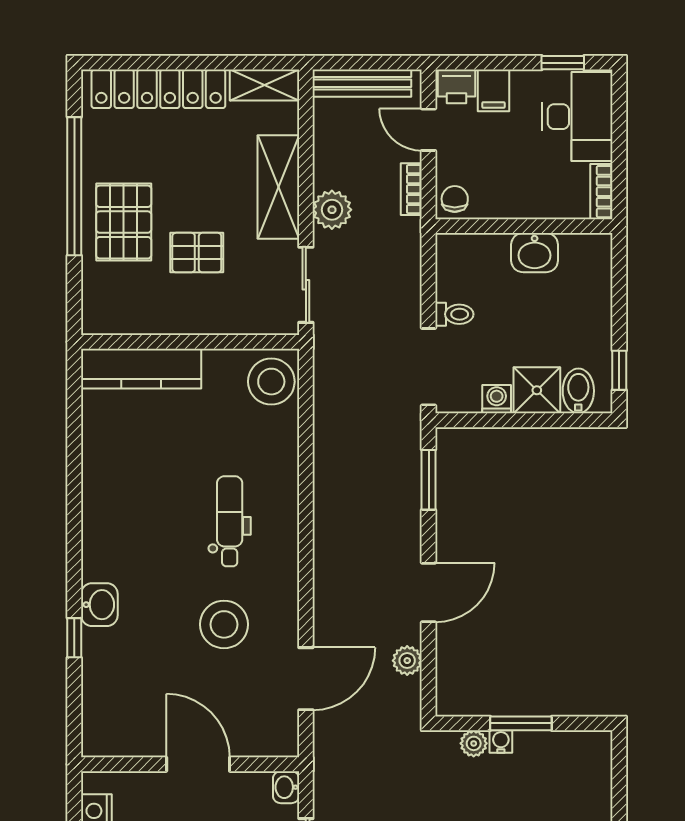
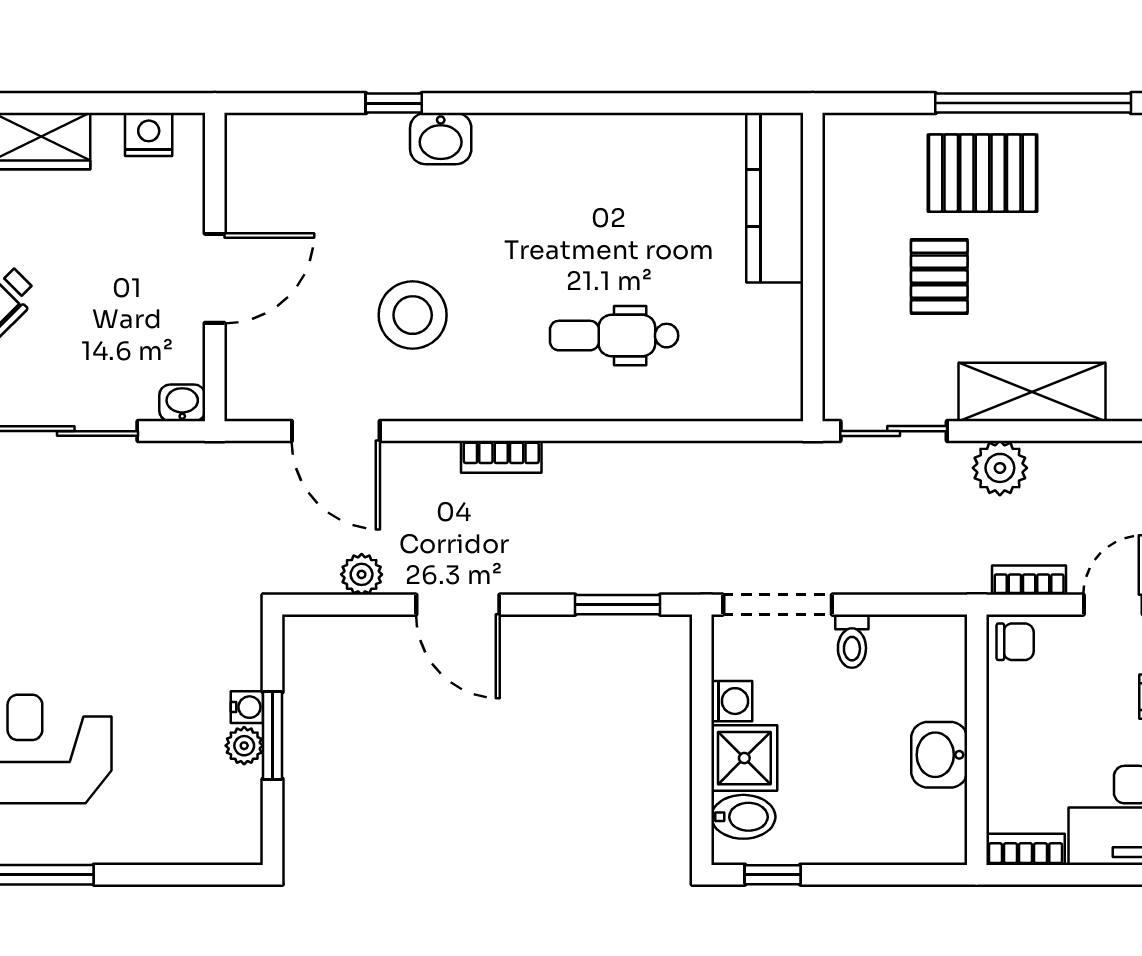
stool: (271, 382) -> (757, 382), removed
dental chair: (230, 521) -> (614, 336), moved, turned 180
bookcase: (324, 562) -> (501, 457), added
plant: (474, 743) -> (244, 746), moved

